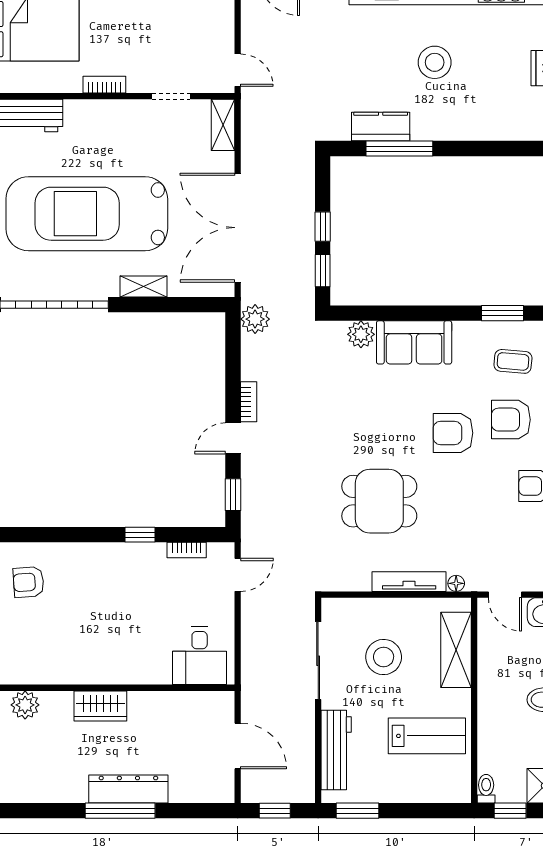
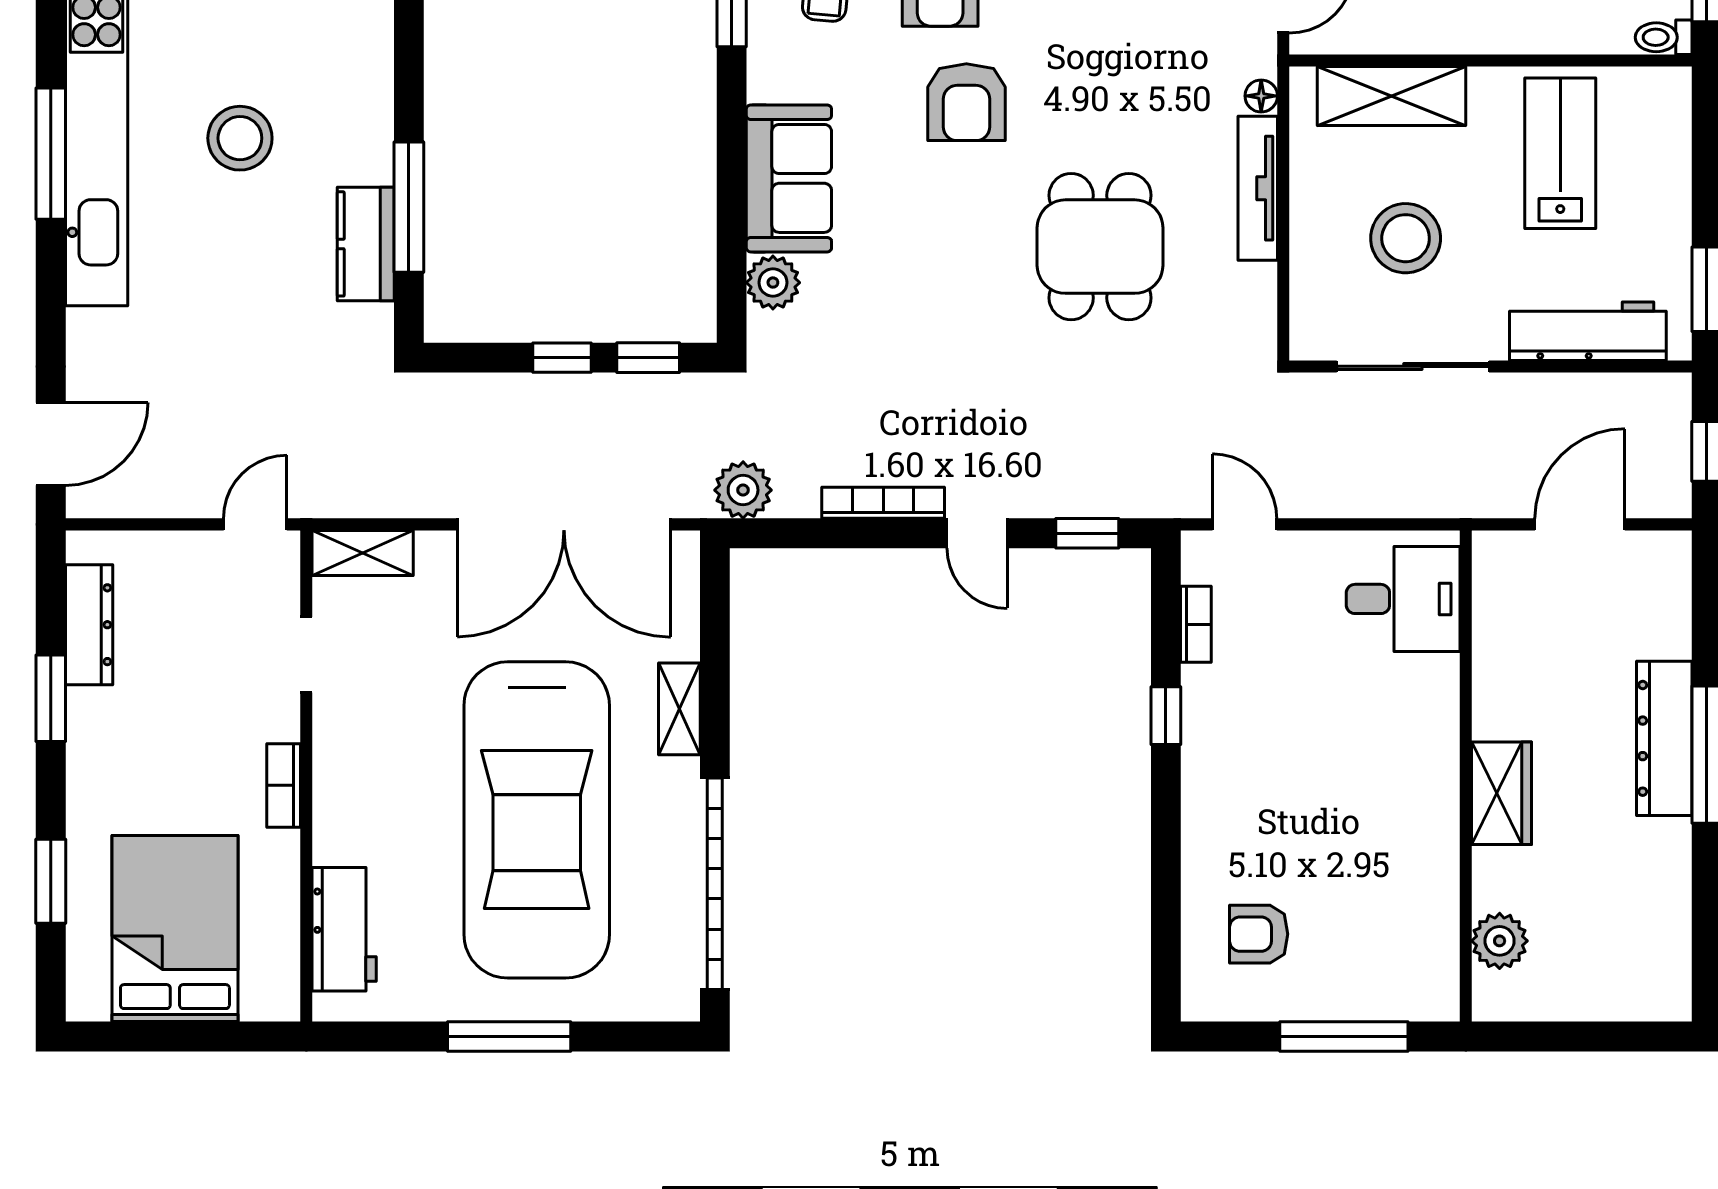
bookcase: (249, 402) -> (883, 503), width x1.56
armchair: (29, 582) -> (1259, 934), turned 94

